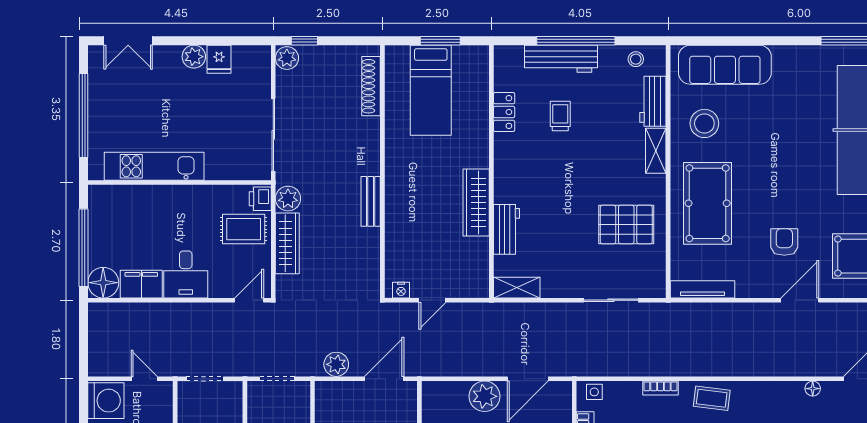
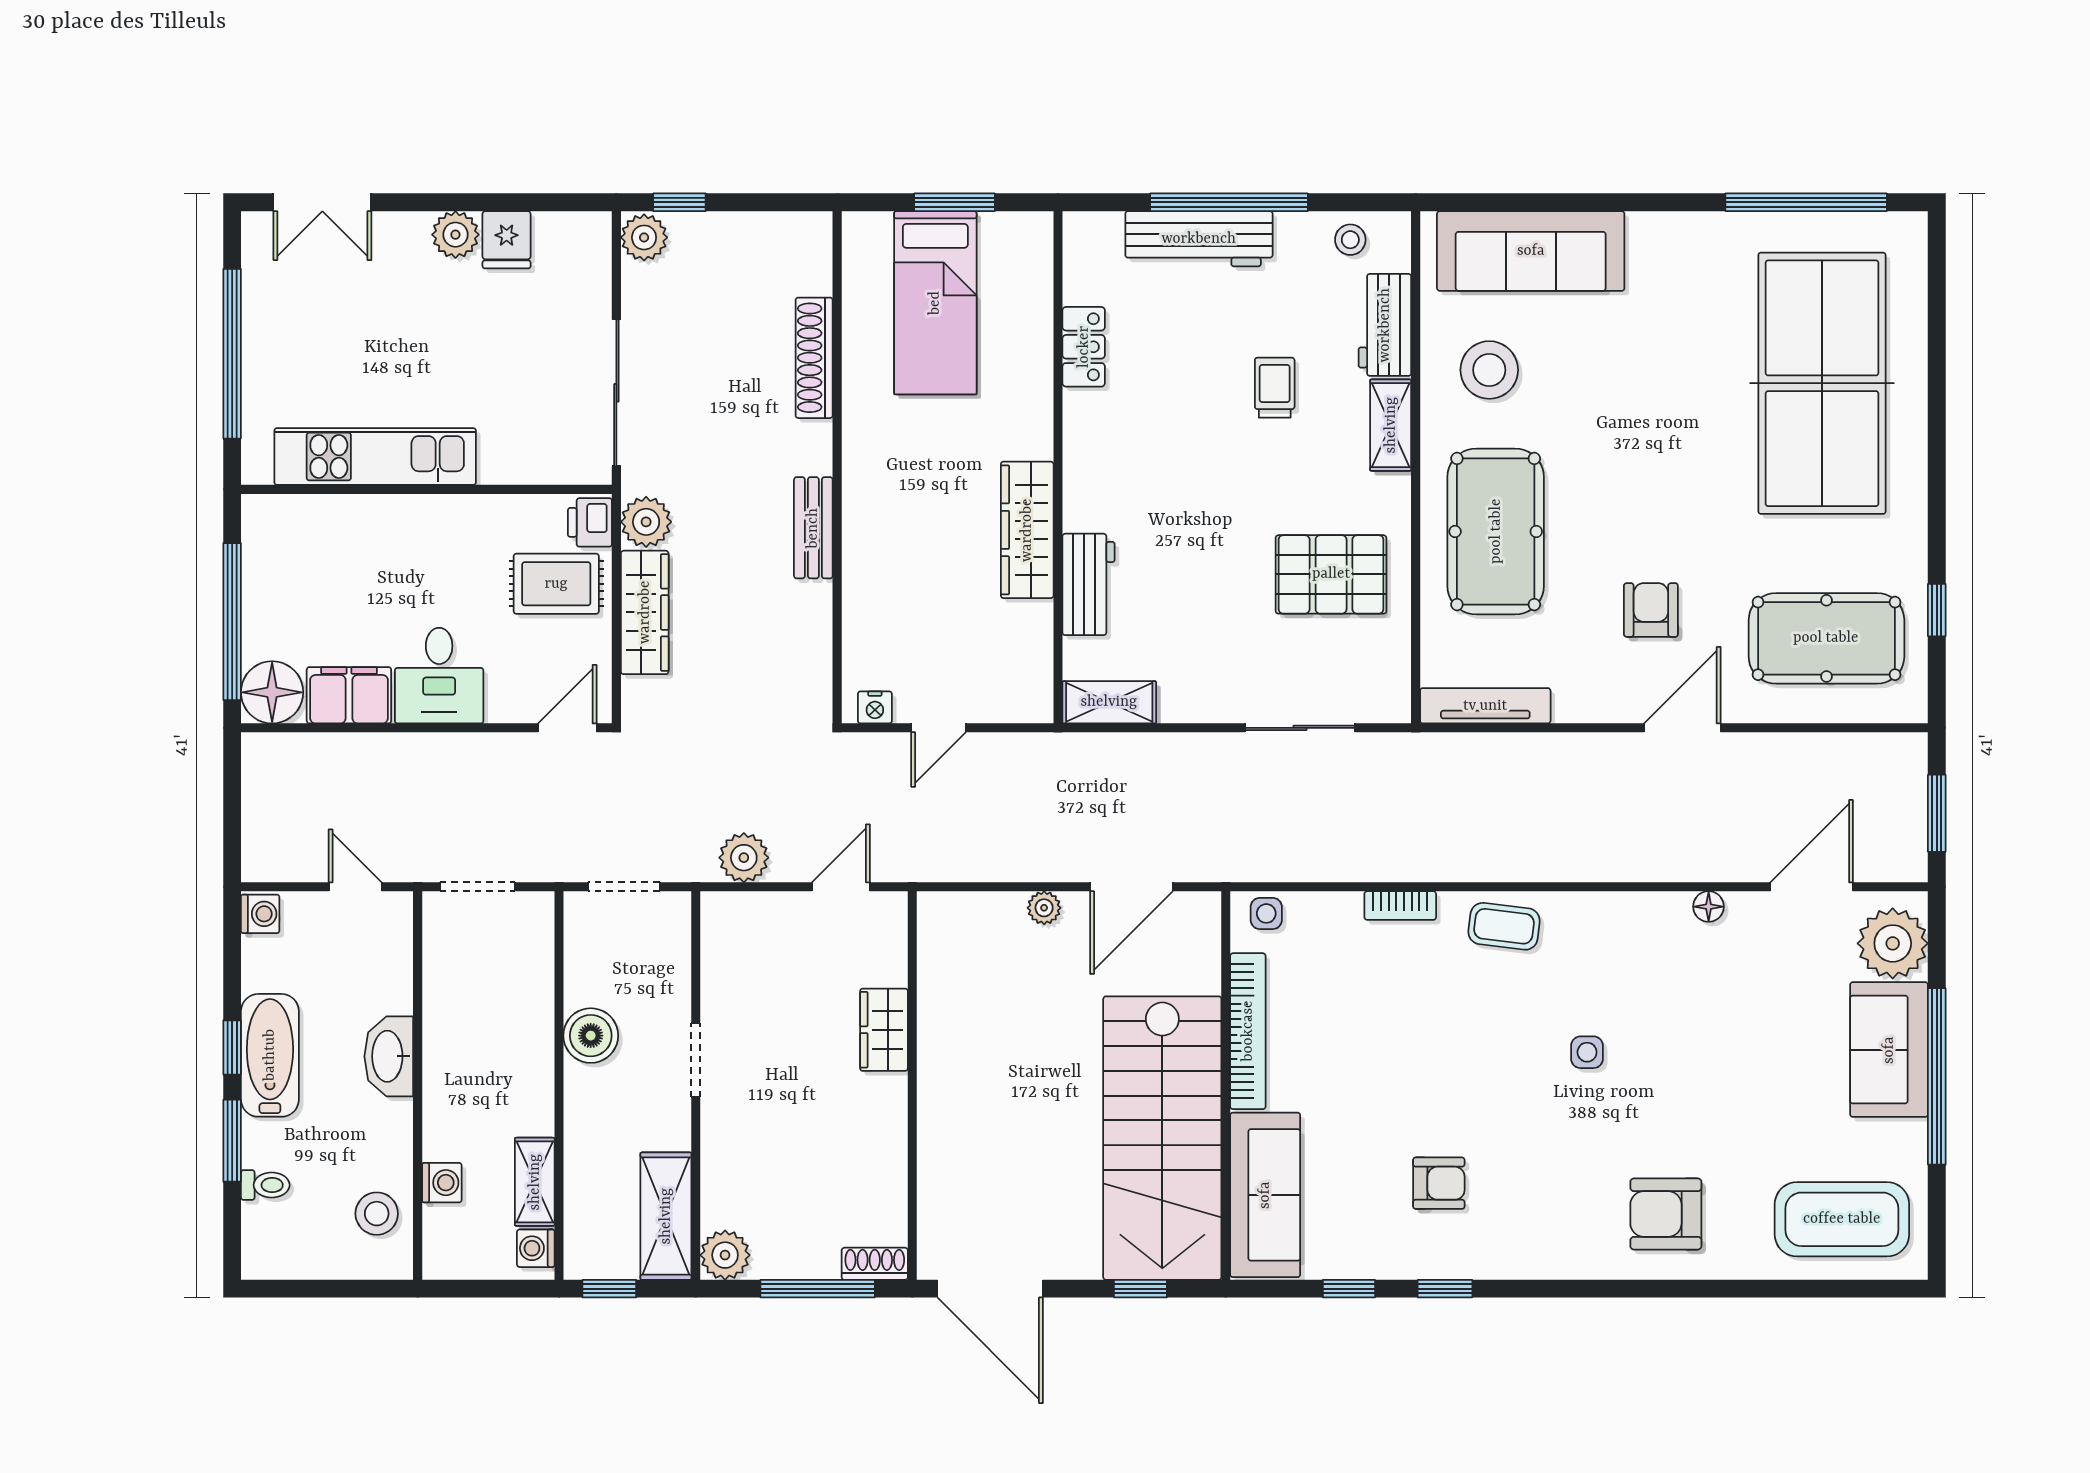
shoe rack: (371, 86) -> (814, 358), moved
trolley: (560, 116) -> (1275, 388), moved
door: (384, 379) -> (841, 887), width x0.73
plant: (485, 396) -> (1044, 908), width x0.53, depth x0.53
washing machine: (106, 401) -> (260, 914), width x0.53, depth x0.53

